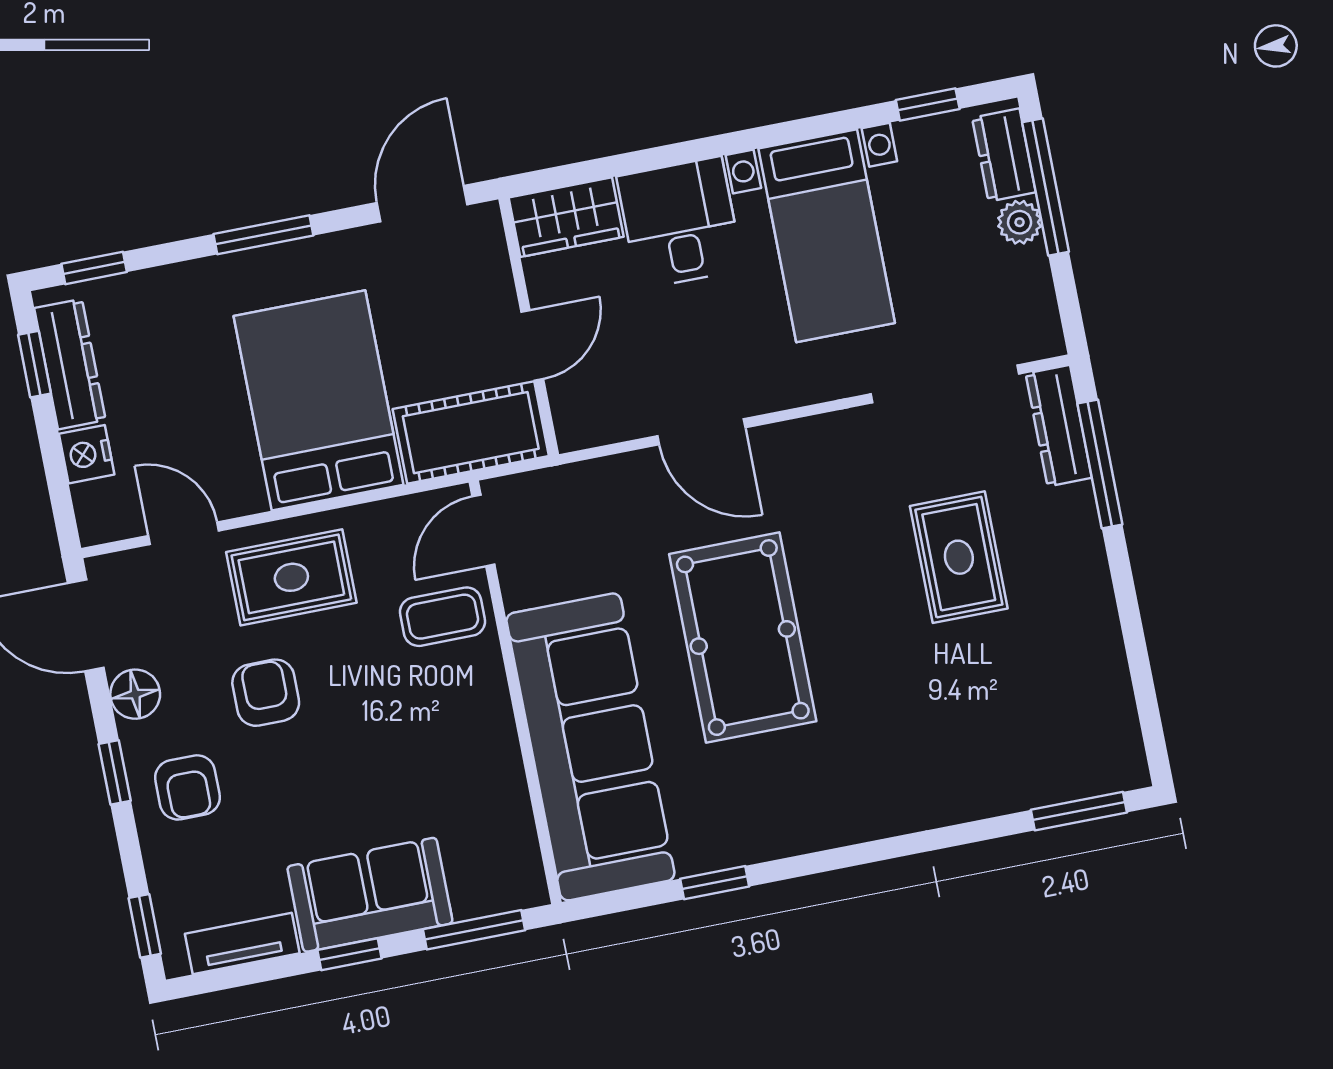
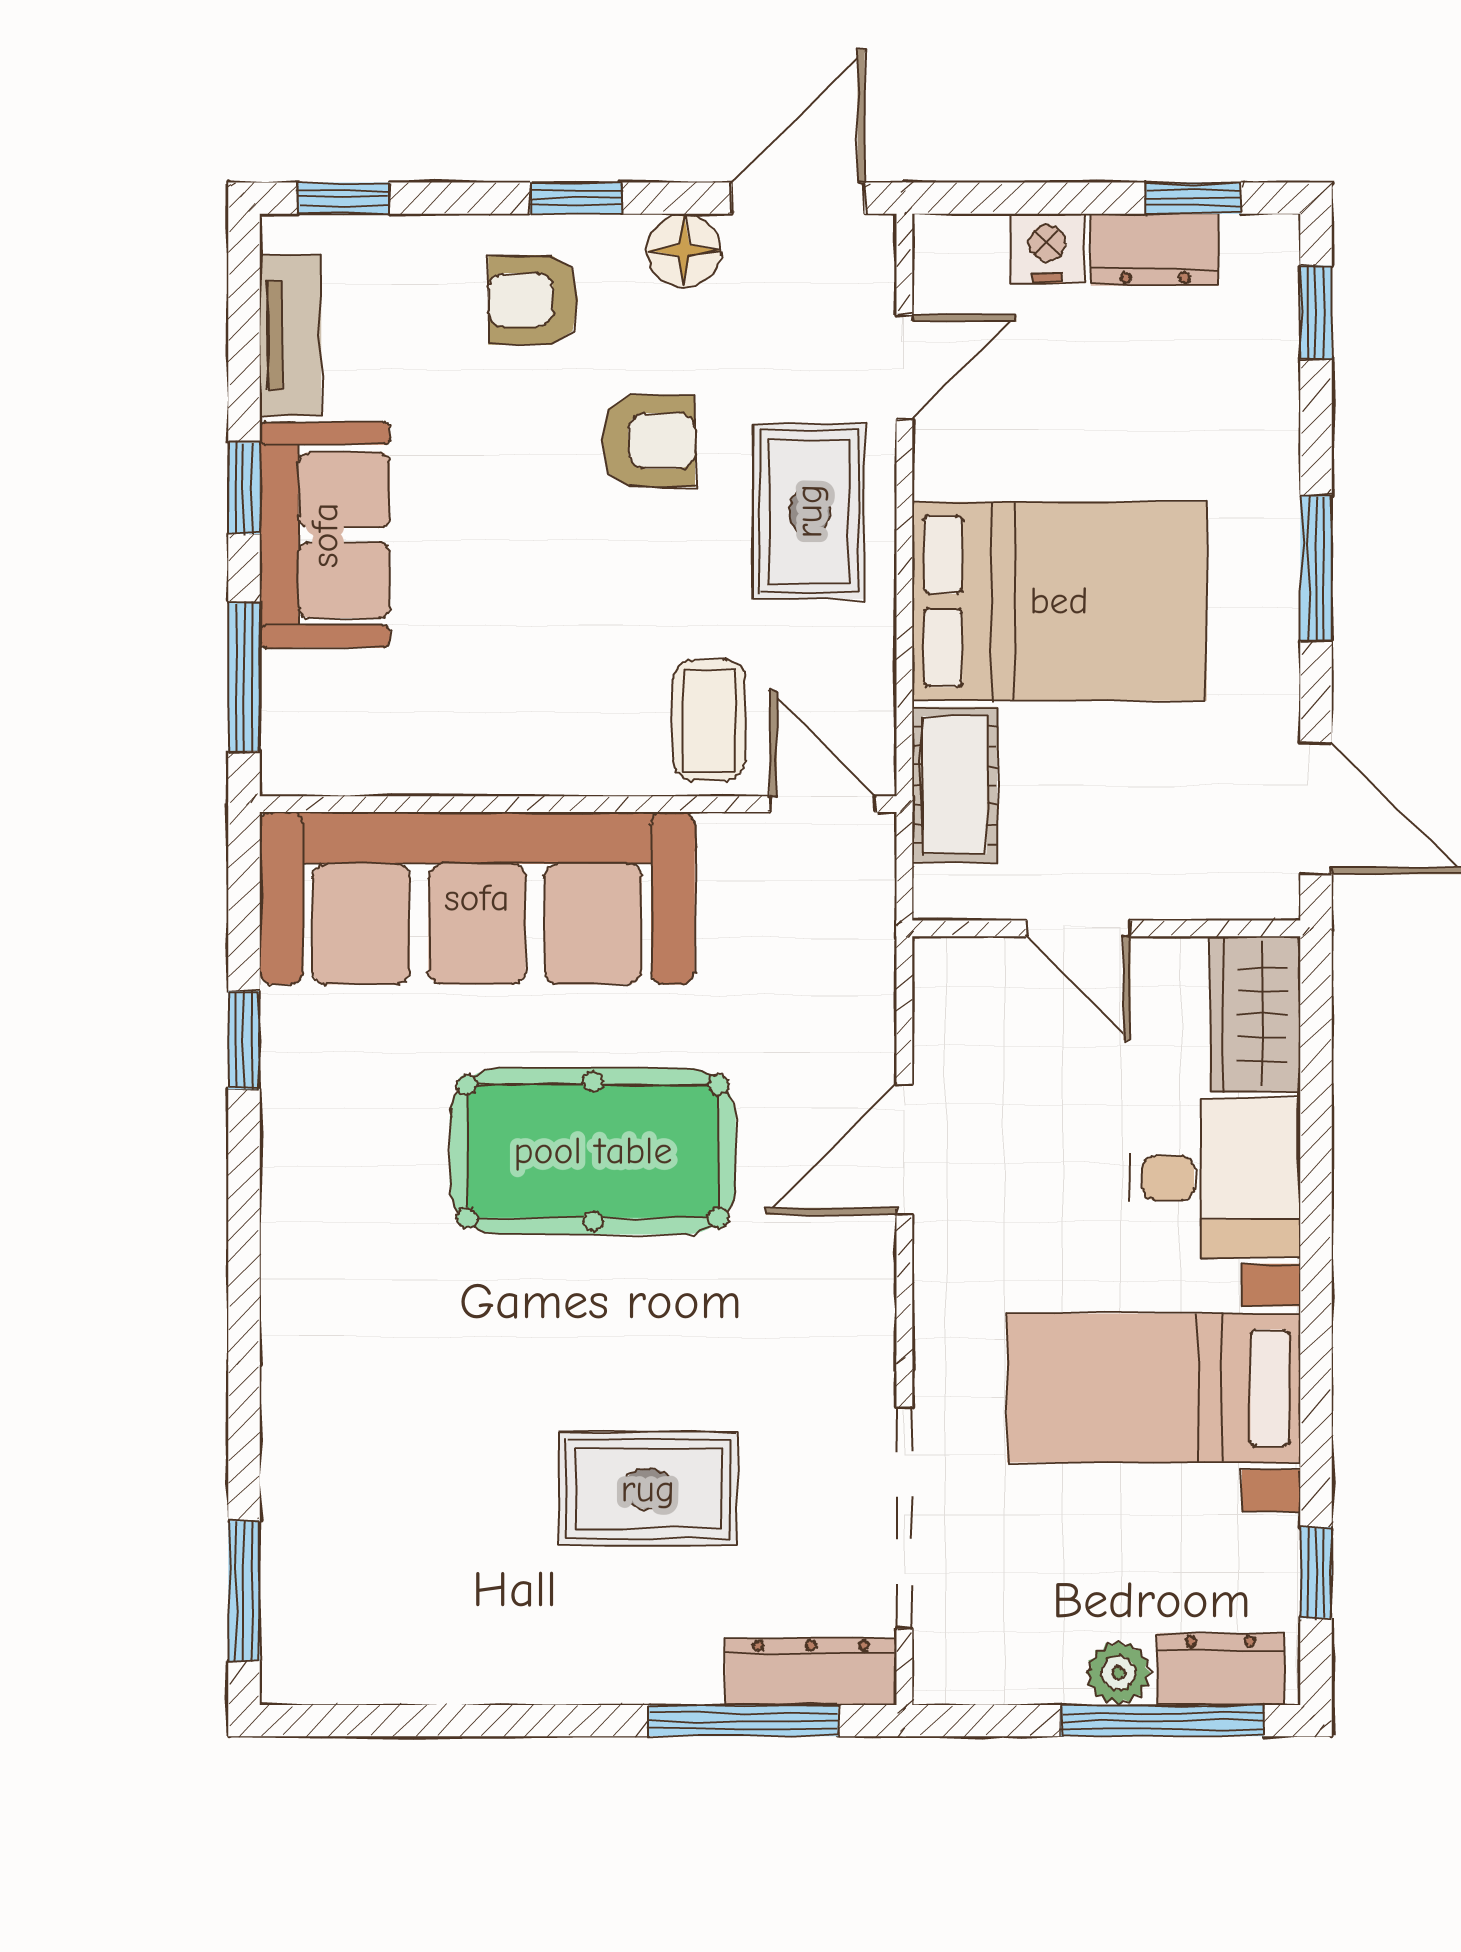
dresser: (70, 364) -> (1155, 250), width x0.70
cot: (471, 433) -> (954, 785), width x0.73, depth x0.75

